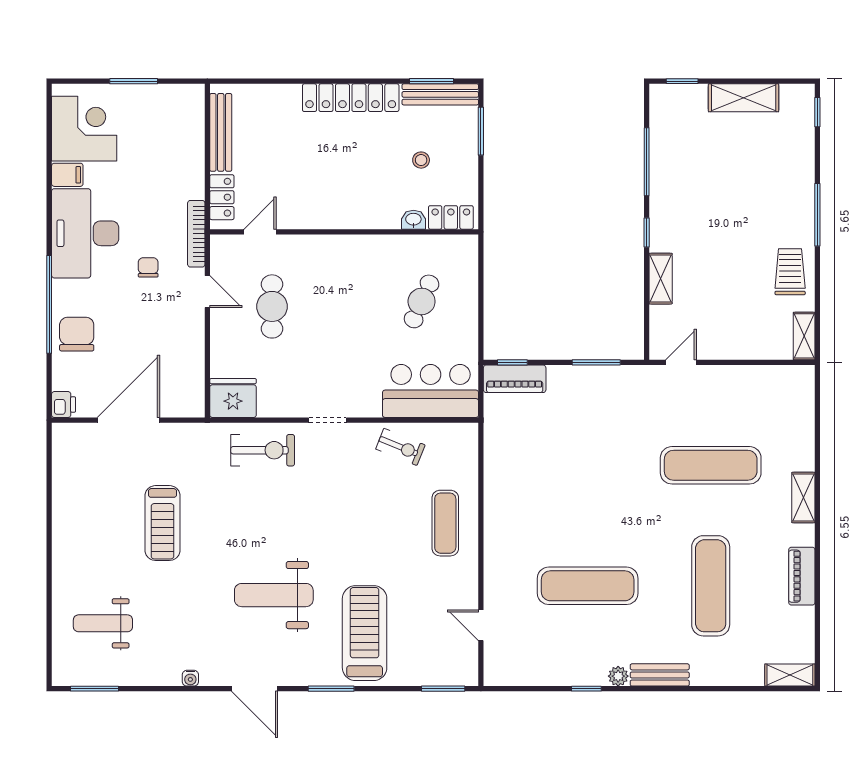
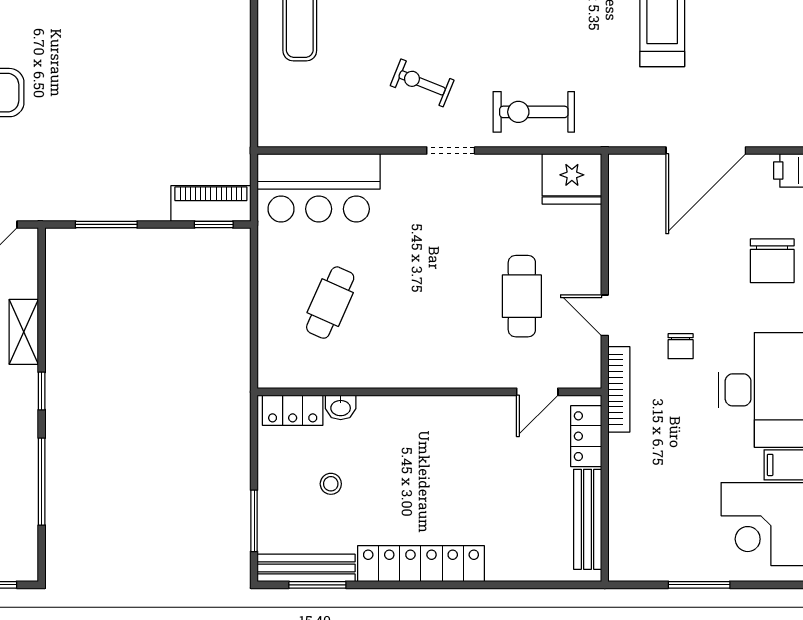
exercise bike: (400, 447) -> (422, 83), moved

